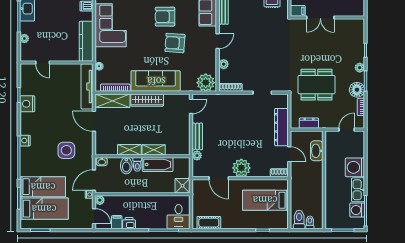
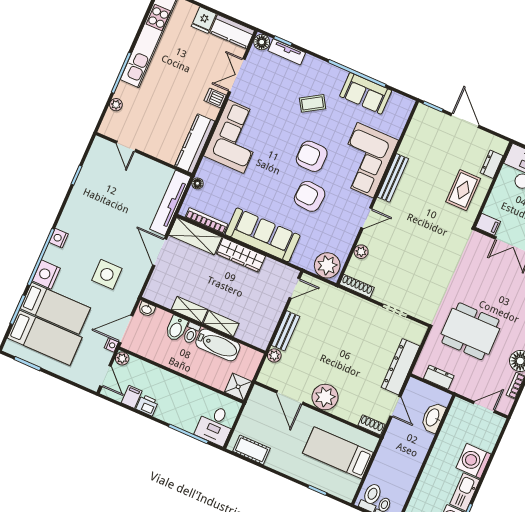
nightstand: (27, 104) -> (46, 274), moved

